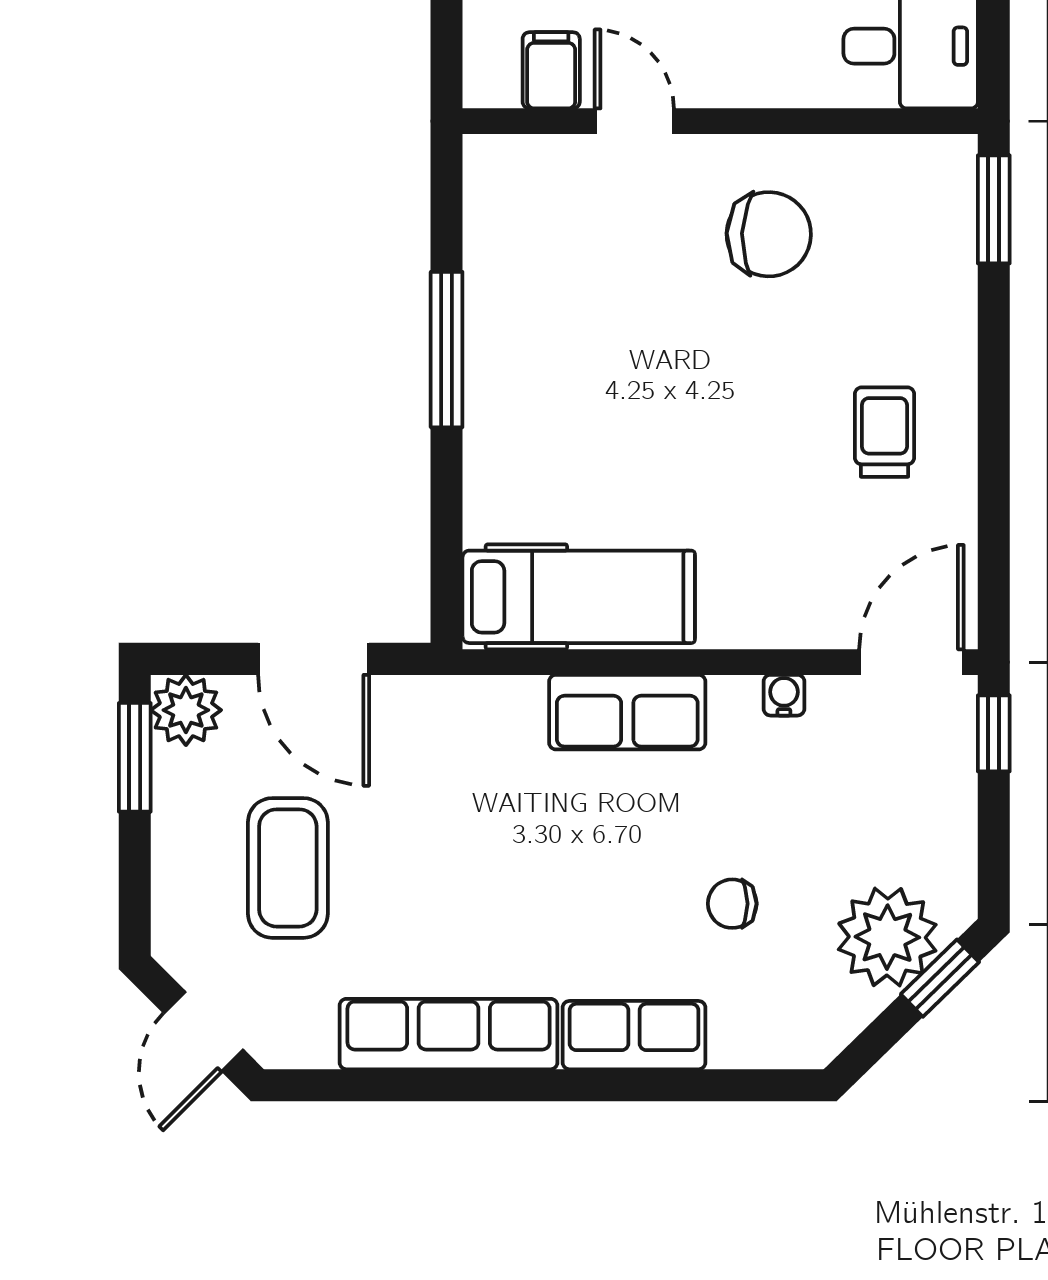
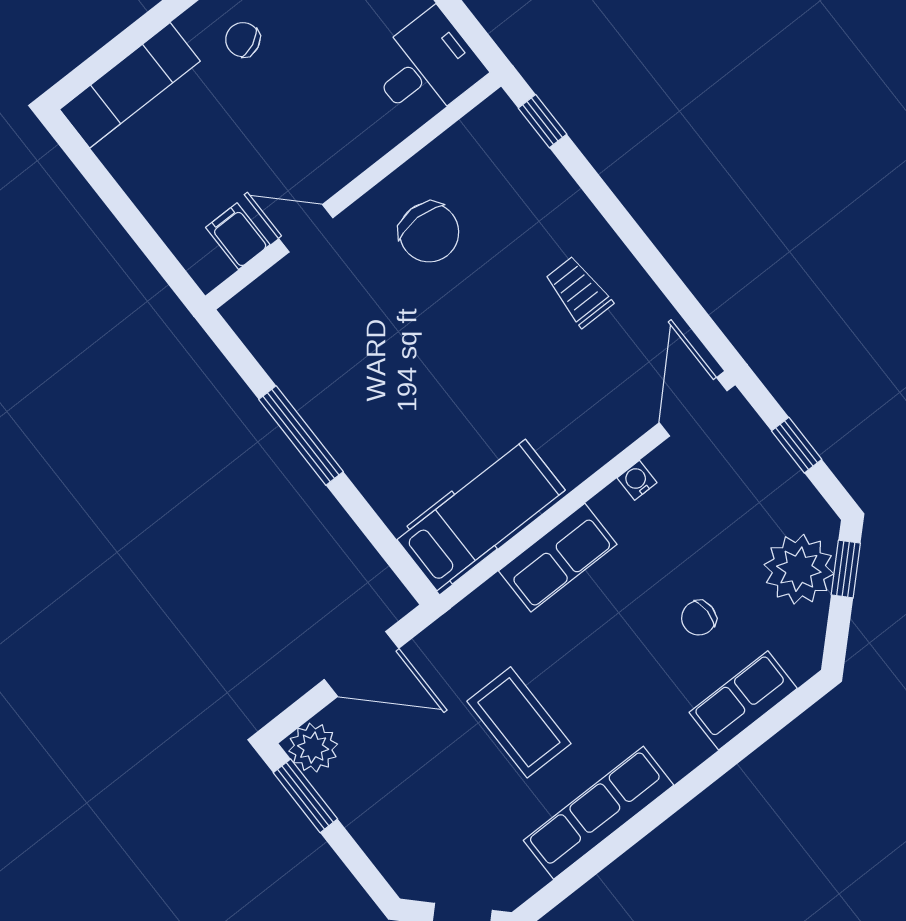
window: (994, 209) -> (543, 121), width x0.67
chair: (769, 234) -> (429, 232), turned 88
window: (994, 733) -> (797, 445), moved
coffee table: (288, 868) -> (519, 722), moved
row of seats: (634, 1035) -> (743, 700), moved

